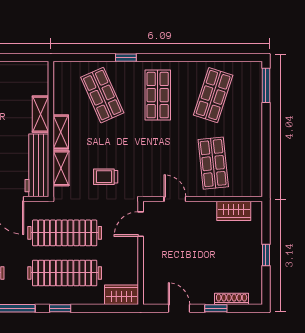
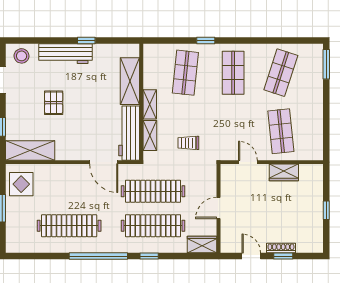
shop shelf: (102, 95) -> (185, 73), turned 30
shelving: (41, 114) -> (130, 81), width x1.50, depth x1.33
wardrobe: (234, 211) -> (284, 172), moved
door: (141, 224) -> (218, 208), moved
shoe rack: (232, 299) -> (281, 248), moved

